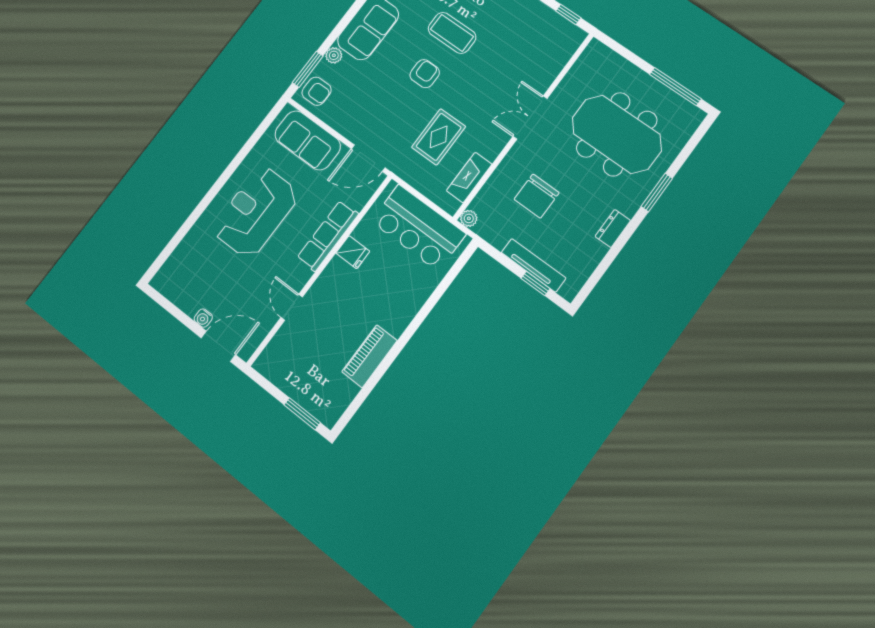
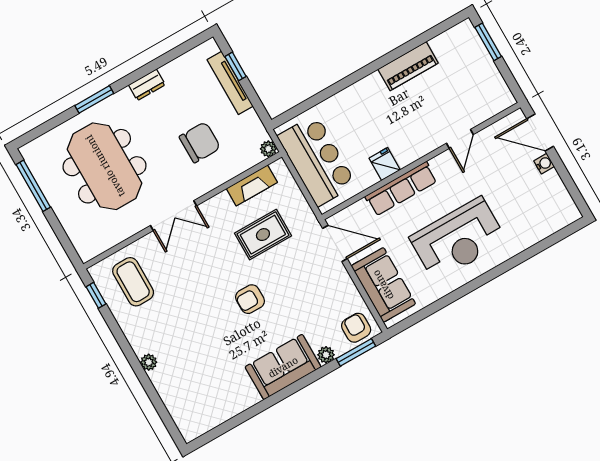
coffee table: (452, 33) -> (133, 282), moved

